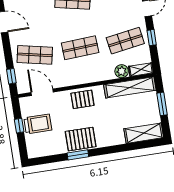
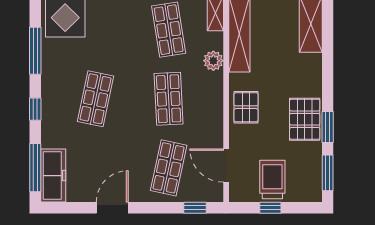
plant: (122, 71) -> (213, 61), moved
door: (42, 92) -> (226, 165), hinge flipped
window: (48, 160) -> (328, 173), added

